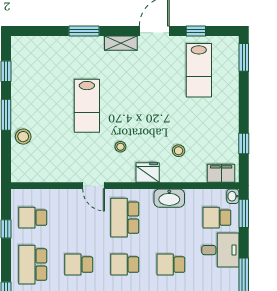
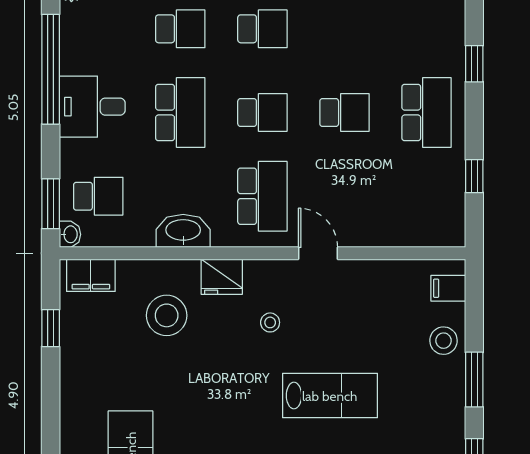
lab bench: (87, 106) -> (330, 396), turned 90
stool: (179, 151) -> (167, 315), width x1.89, depth x1.89
filing cabinet: (21, 166) -> (448, 288), added
school desk: (33, 218) -> (427, 196), removed
desk: (220, 250) -> (92, 107), moved
school desk: (171, 265) -> (180, 113), width x1.85

